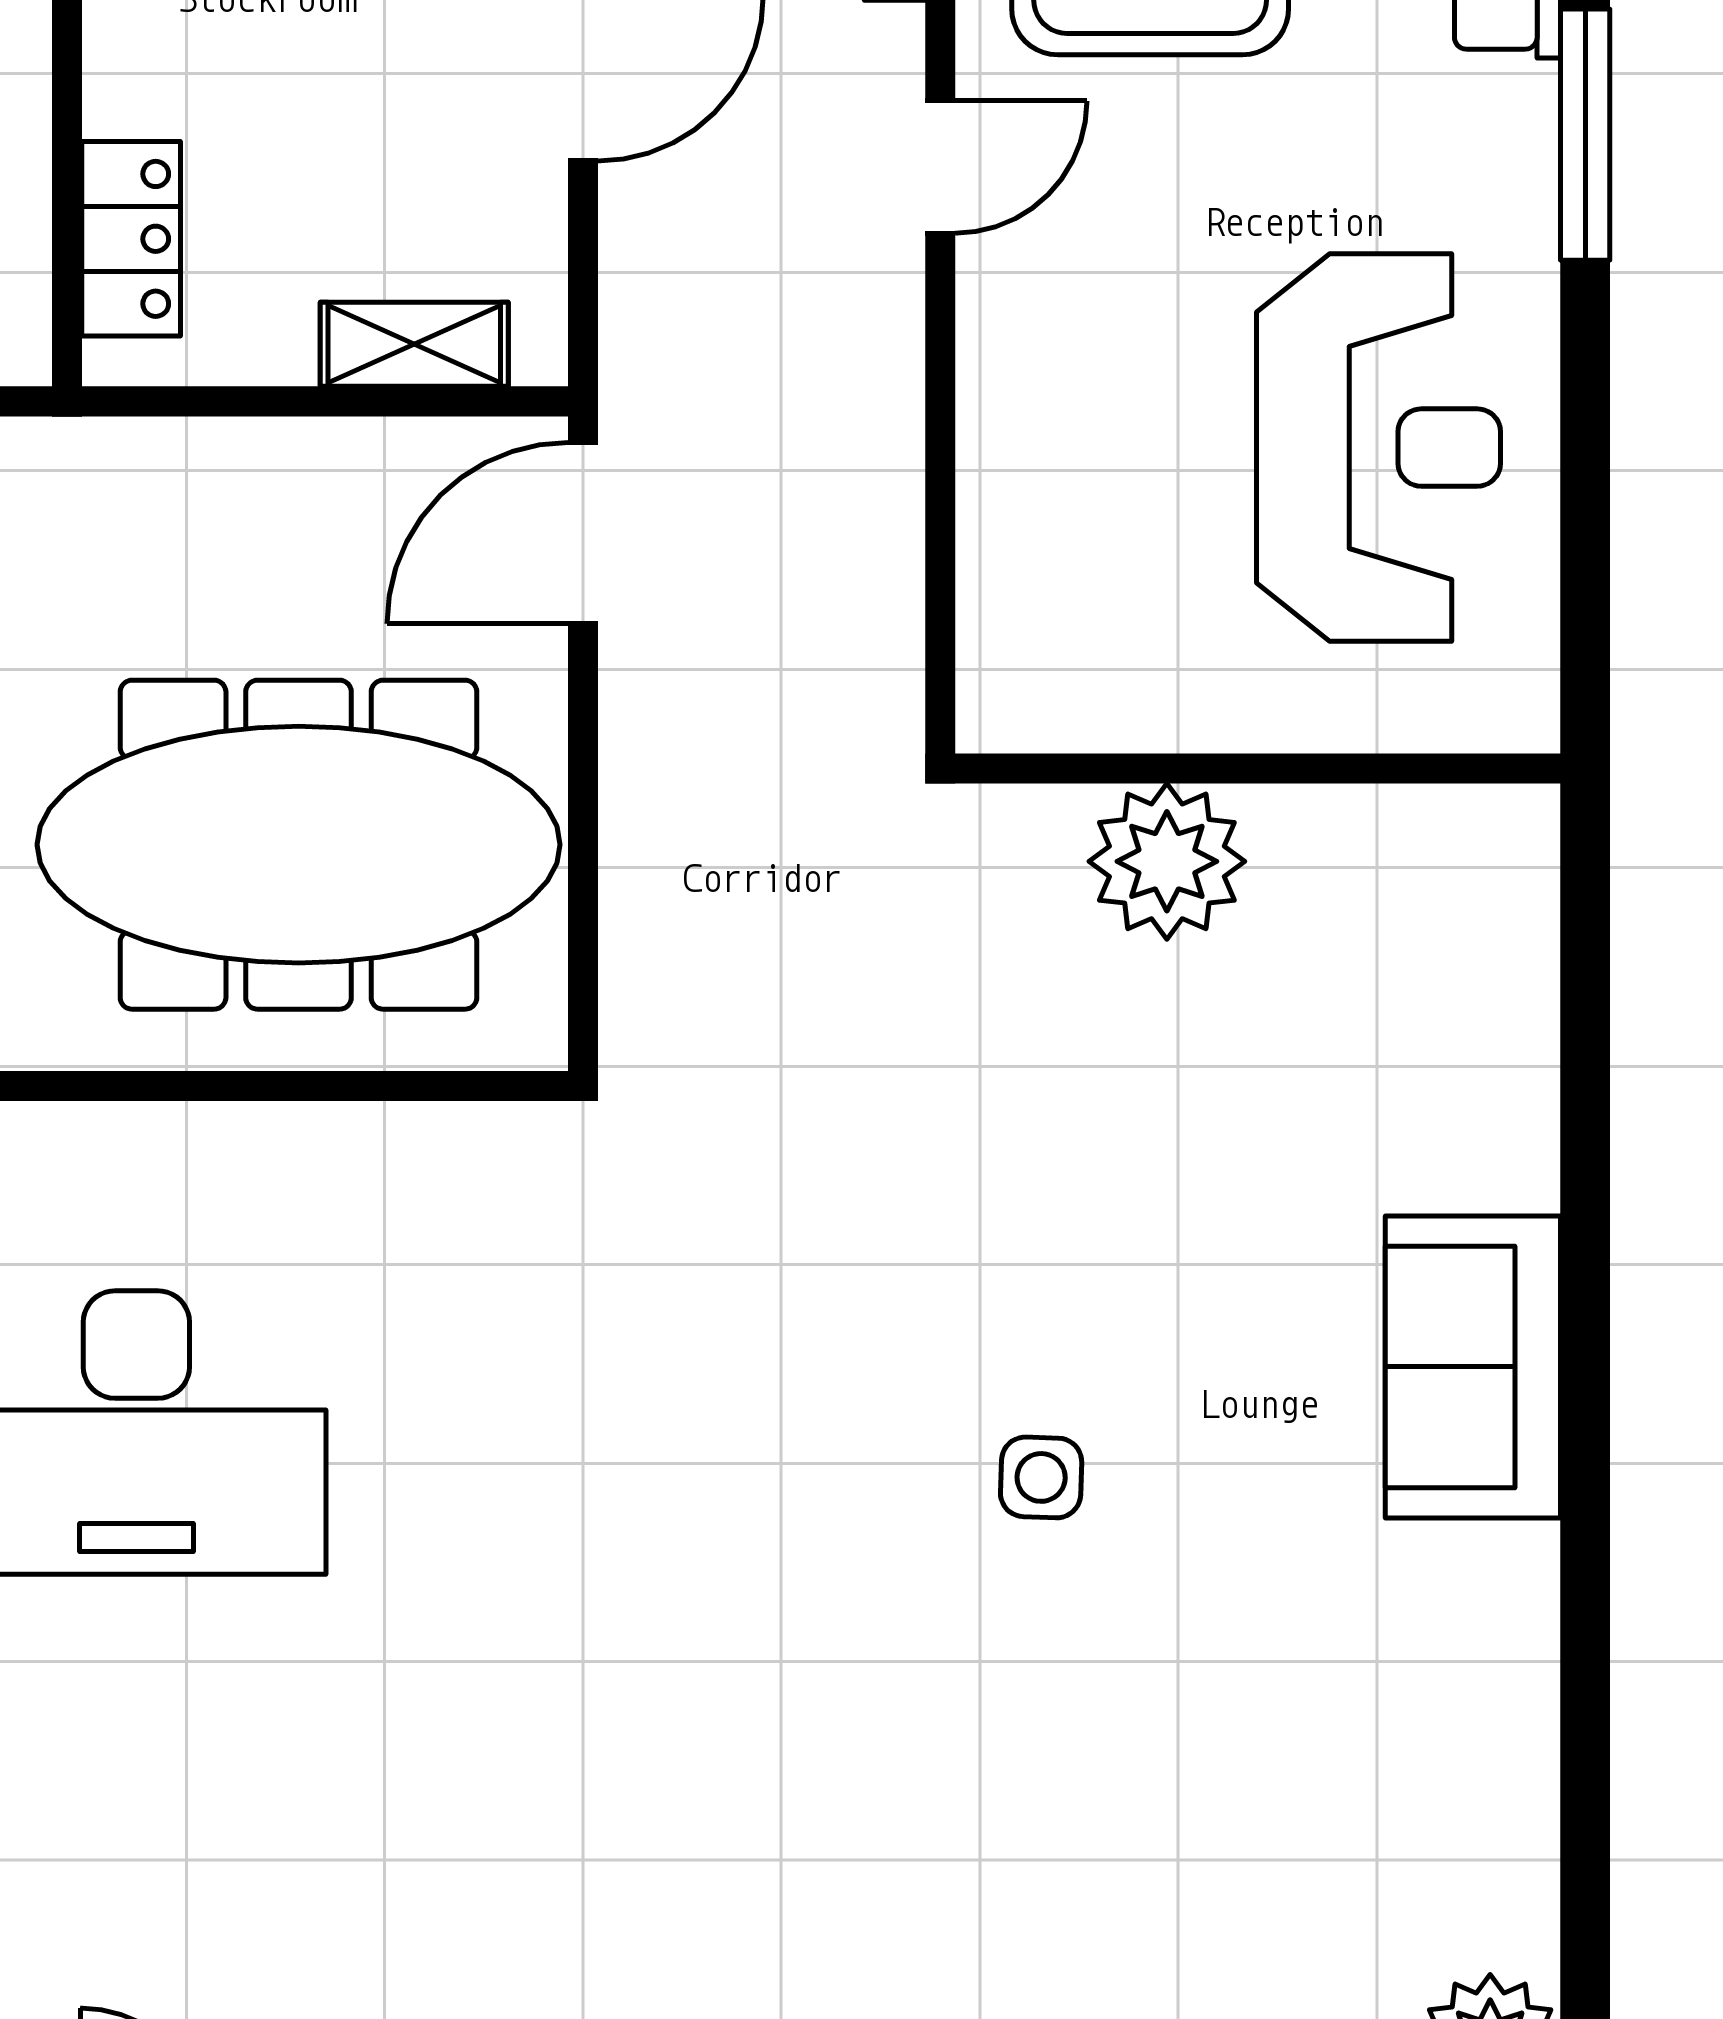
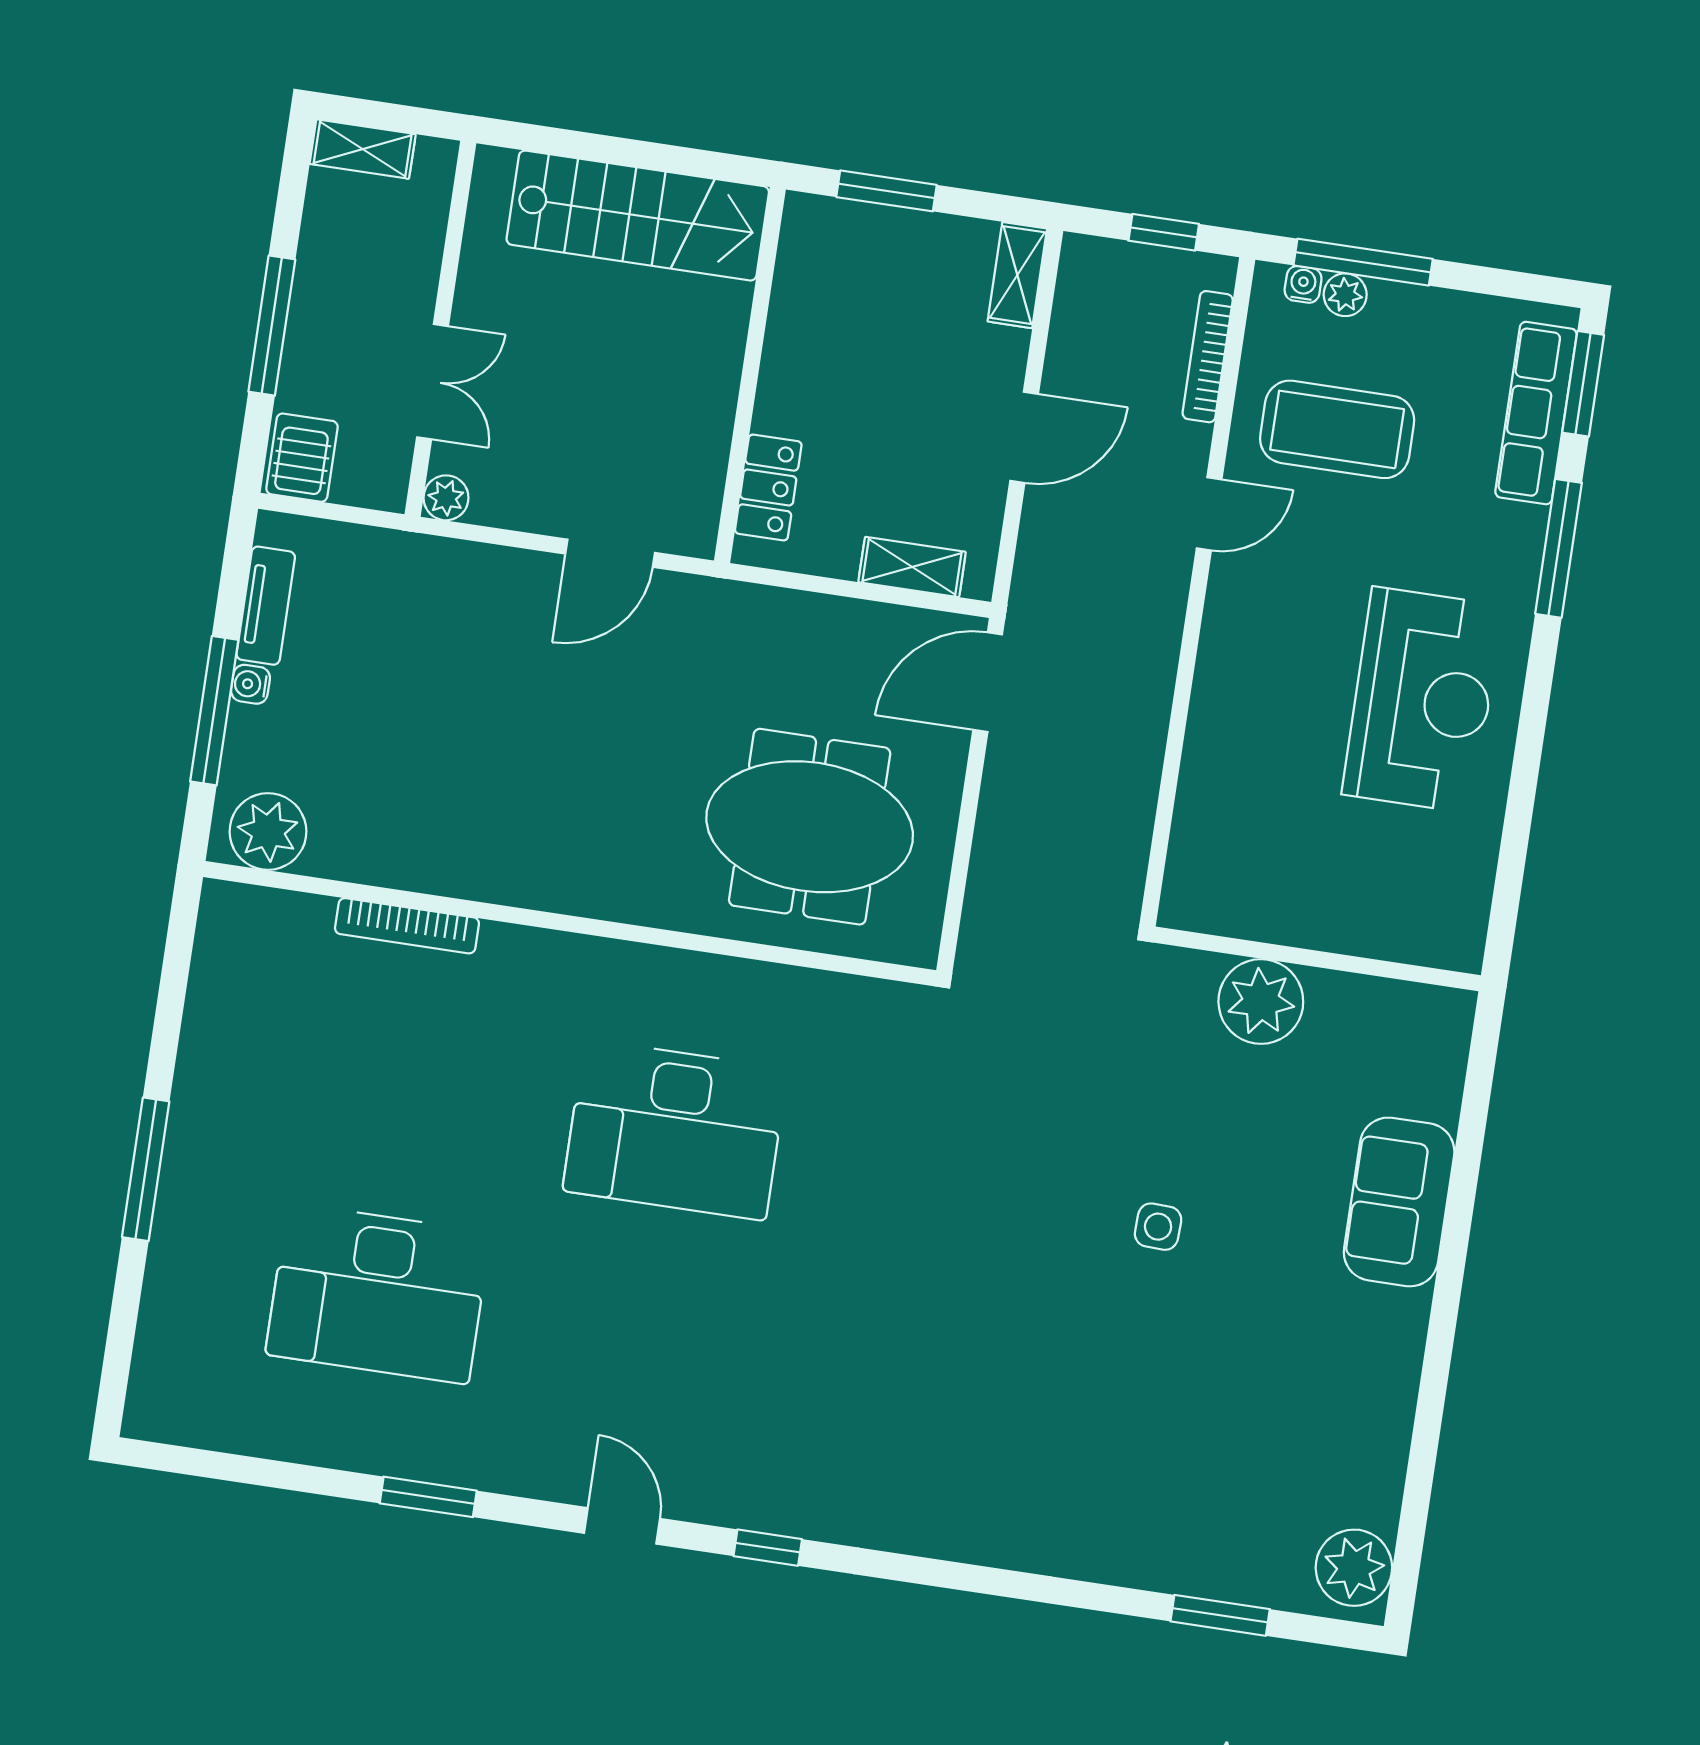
wall: (1258, 768) -> (1317, 959), moved
meeting table: (299, 845) -> (810, 827), width x0.73
plant: (1167, 861) -> (1261, 1001), moved

